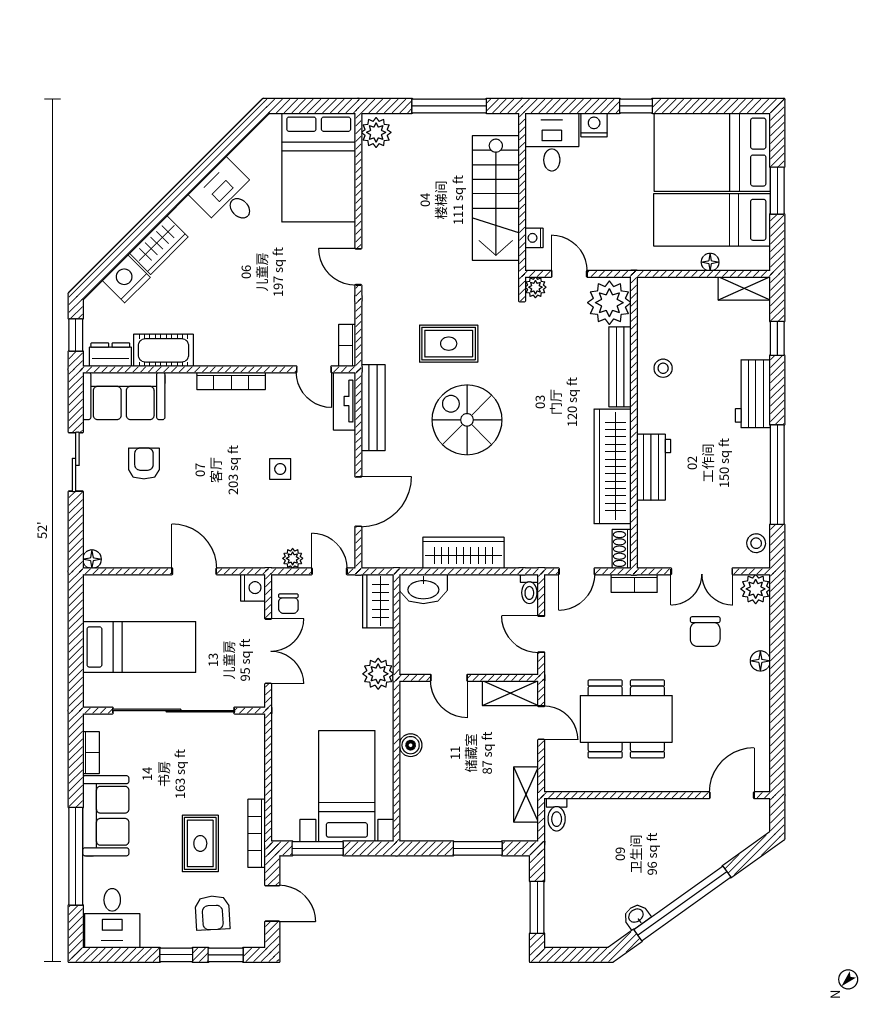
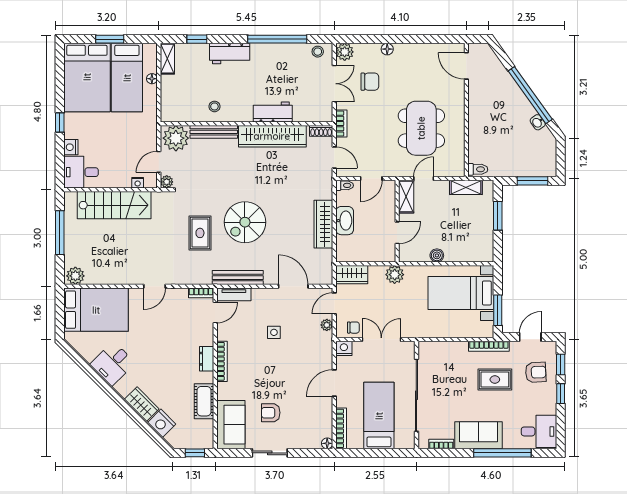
dresser: (110, 355) -> (207, 359), moved
bookcase: (117, 583) -> (341, 428), added
washbasin: (423, 589) -> (345, 221), moved

